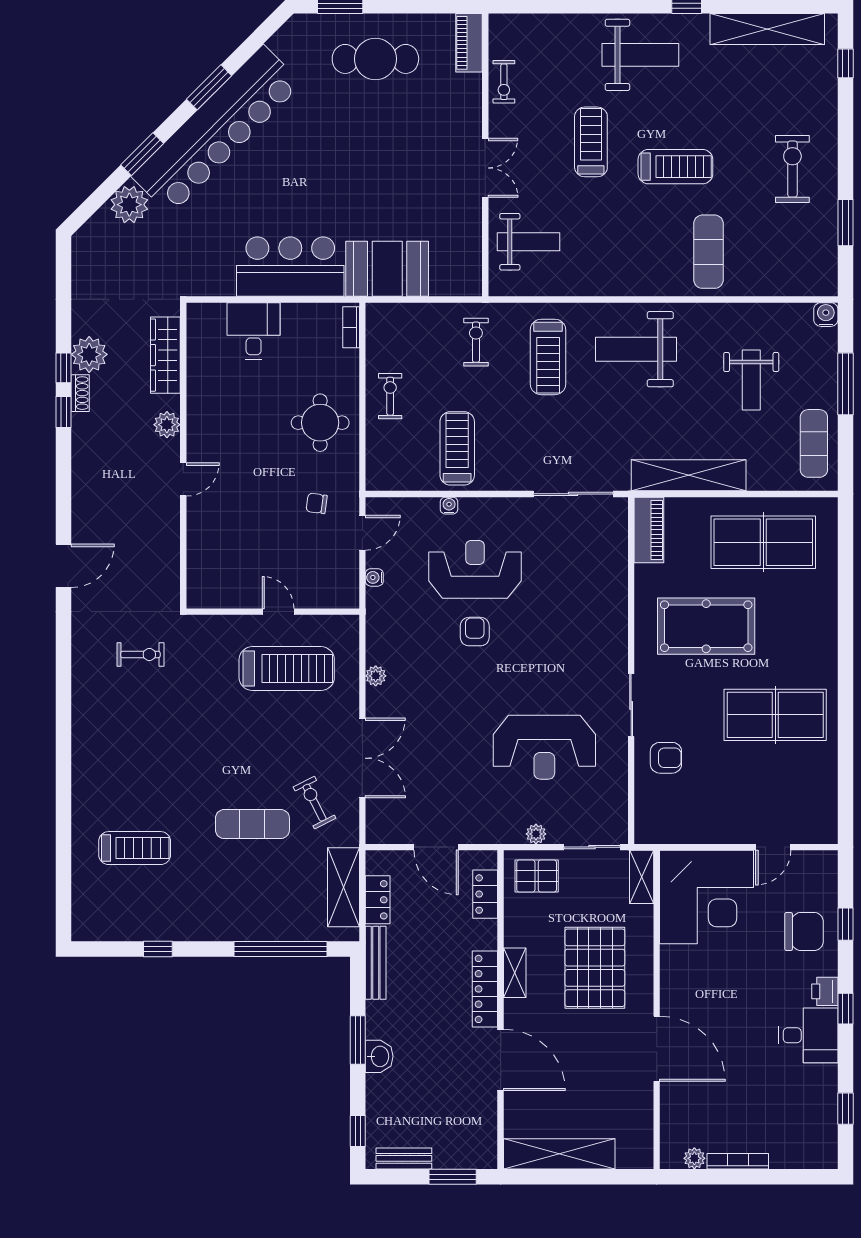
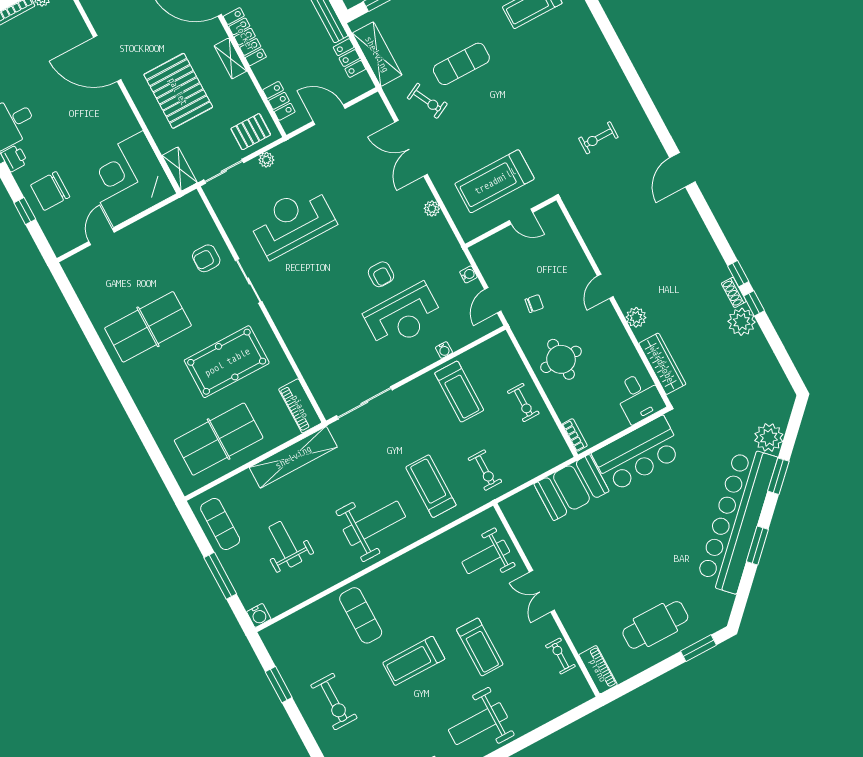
wardrobe: (165, 355) -> (662, 364), moved
plant: (167, 425) -> (636, 317), moved
wall: (183, 456) -> (614, 302), moved
door: (183, 479) -> (605, 286), moved

